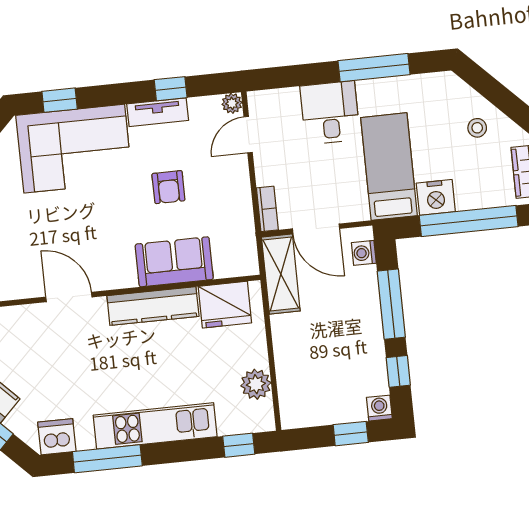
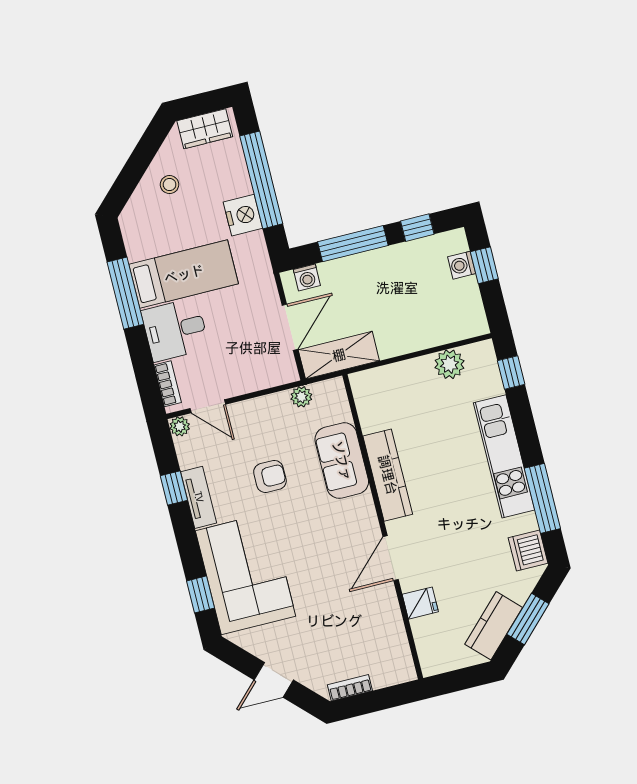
bed: (389, 167) -> (184, 274), moved, turned 180
bookcase: (267, 209) -> (168, 384), moved, turned 90
plant: (244, 230) -> (301, 397), added
fridge: (225, 305) -> (420, 603), moved, width x0.53, depth x0.75
washing machine: (379, 408) -> (462, 265), moved

